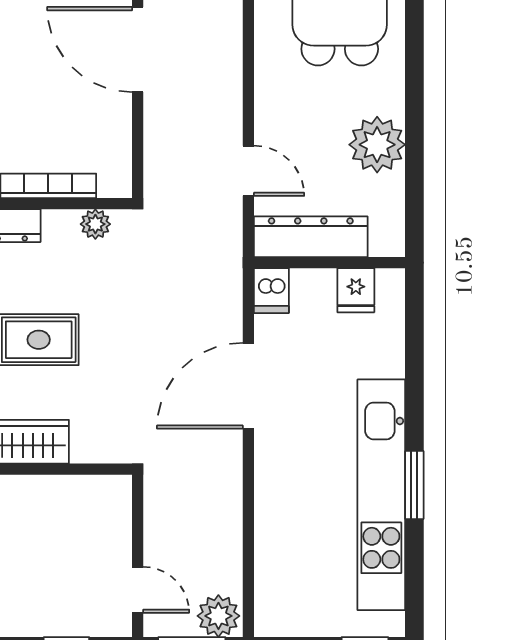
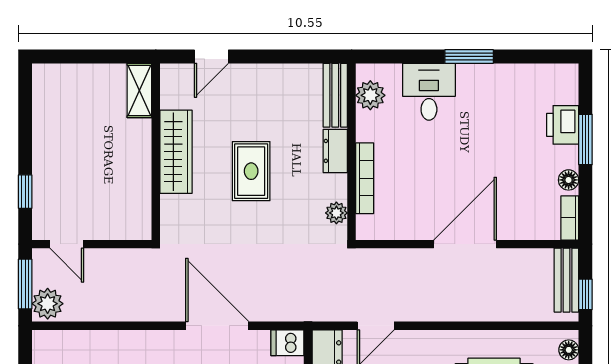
door: (138, 590) -> (67, 244), hinge flipped

